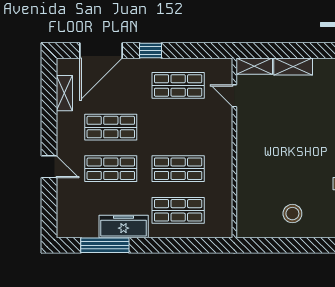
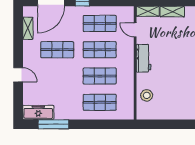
workbench: (248, 140) -> (144, 58), added
shop shelf: (111, 169) -> (100, 50), moved
stool: (292, 214) -> (147, 95), moved
freezer: (124, 226) -> (38, 112), moved

